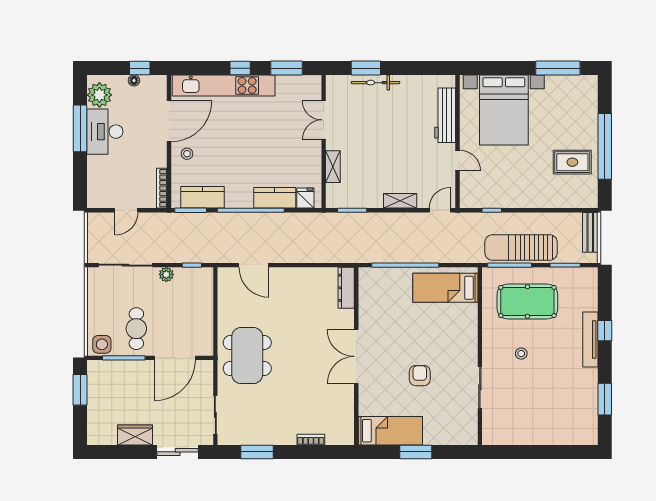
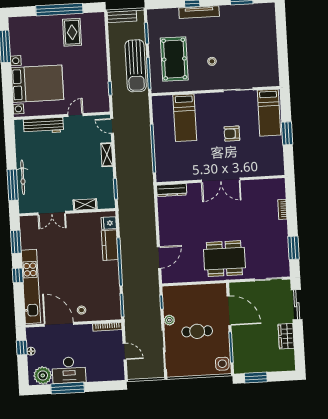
window: (366, 68) -> (13, 185), width x1.44
kitchen counter: (202, 197) -> (112, 297), removed
bed: (445, 288) -> (185, 118), moved
cafe table: (136, 329) -> (197, 331), moved
bed: (390, 431) -> (269, 113), moved, turned 180

